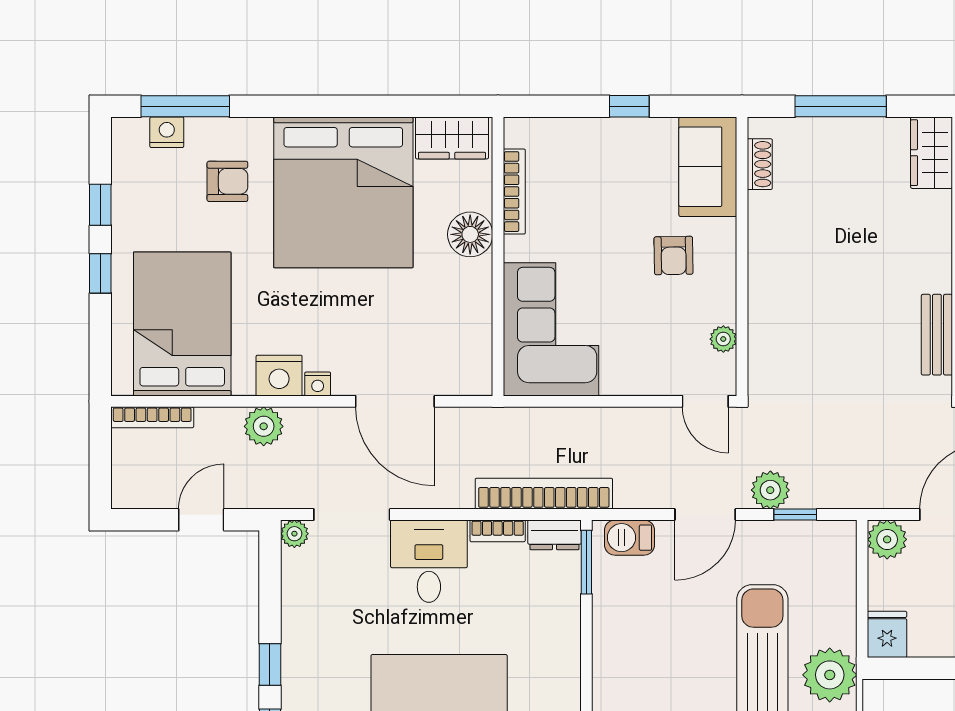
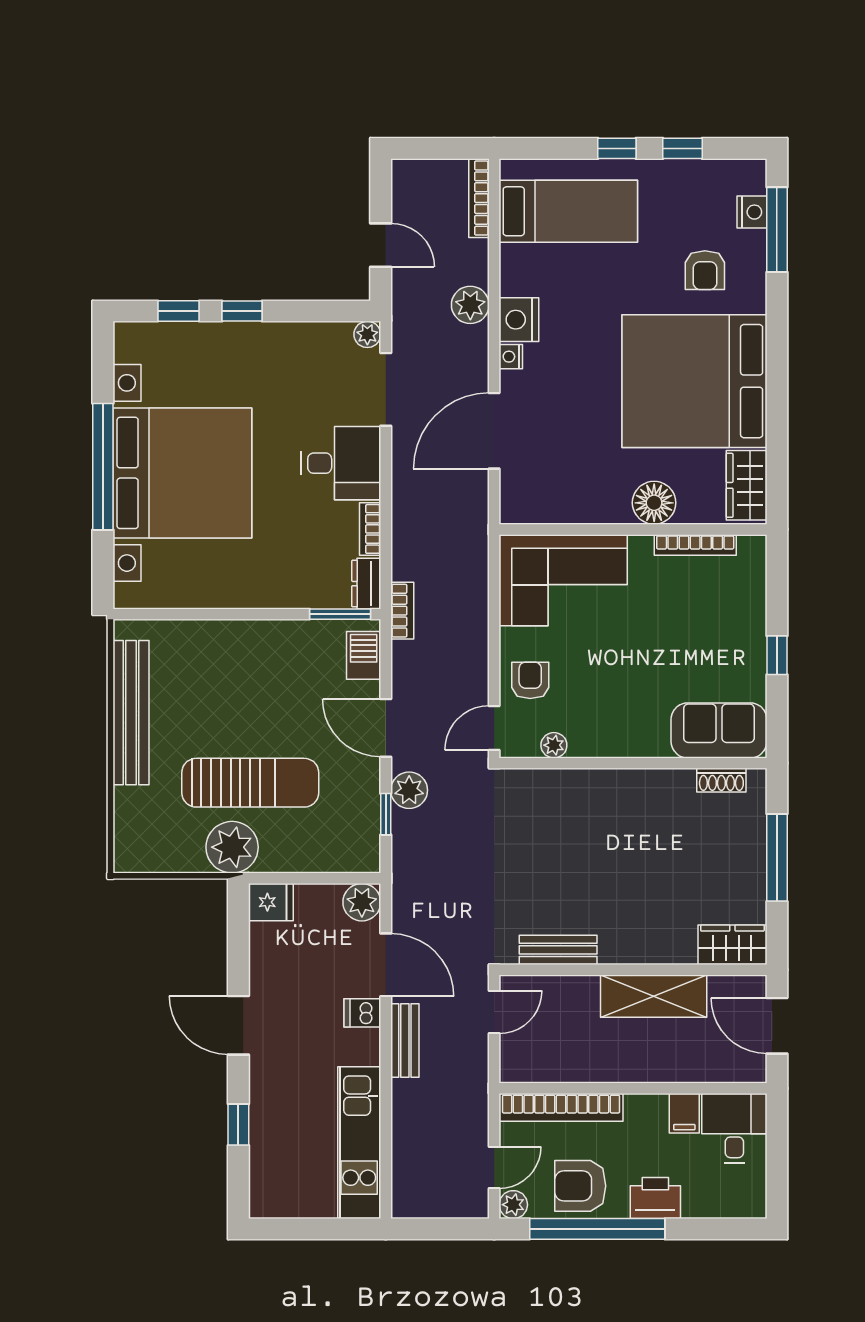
armchair: (674, 255) -> (530, 680), moved, turned 91
bed: (182, 324) -> (568, 211), width x0.67
bookcase: (544, 494) -> (402, 611), width x0.43, depth x0.76

